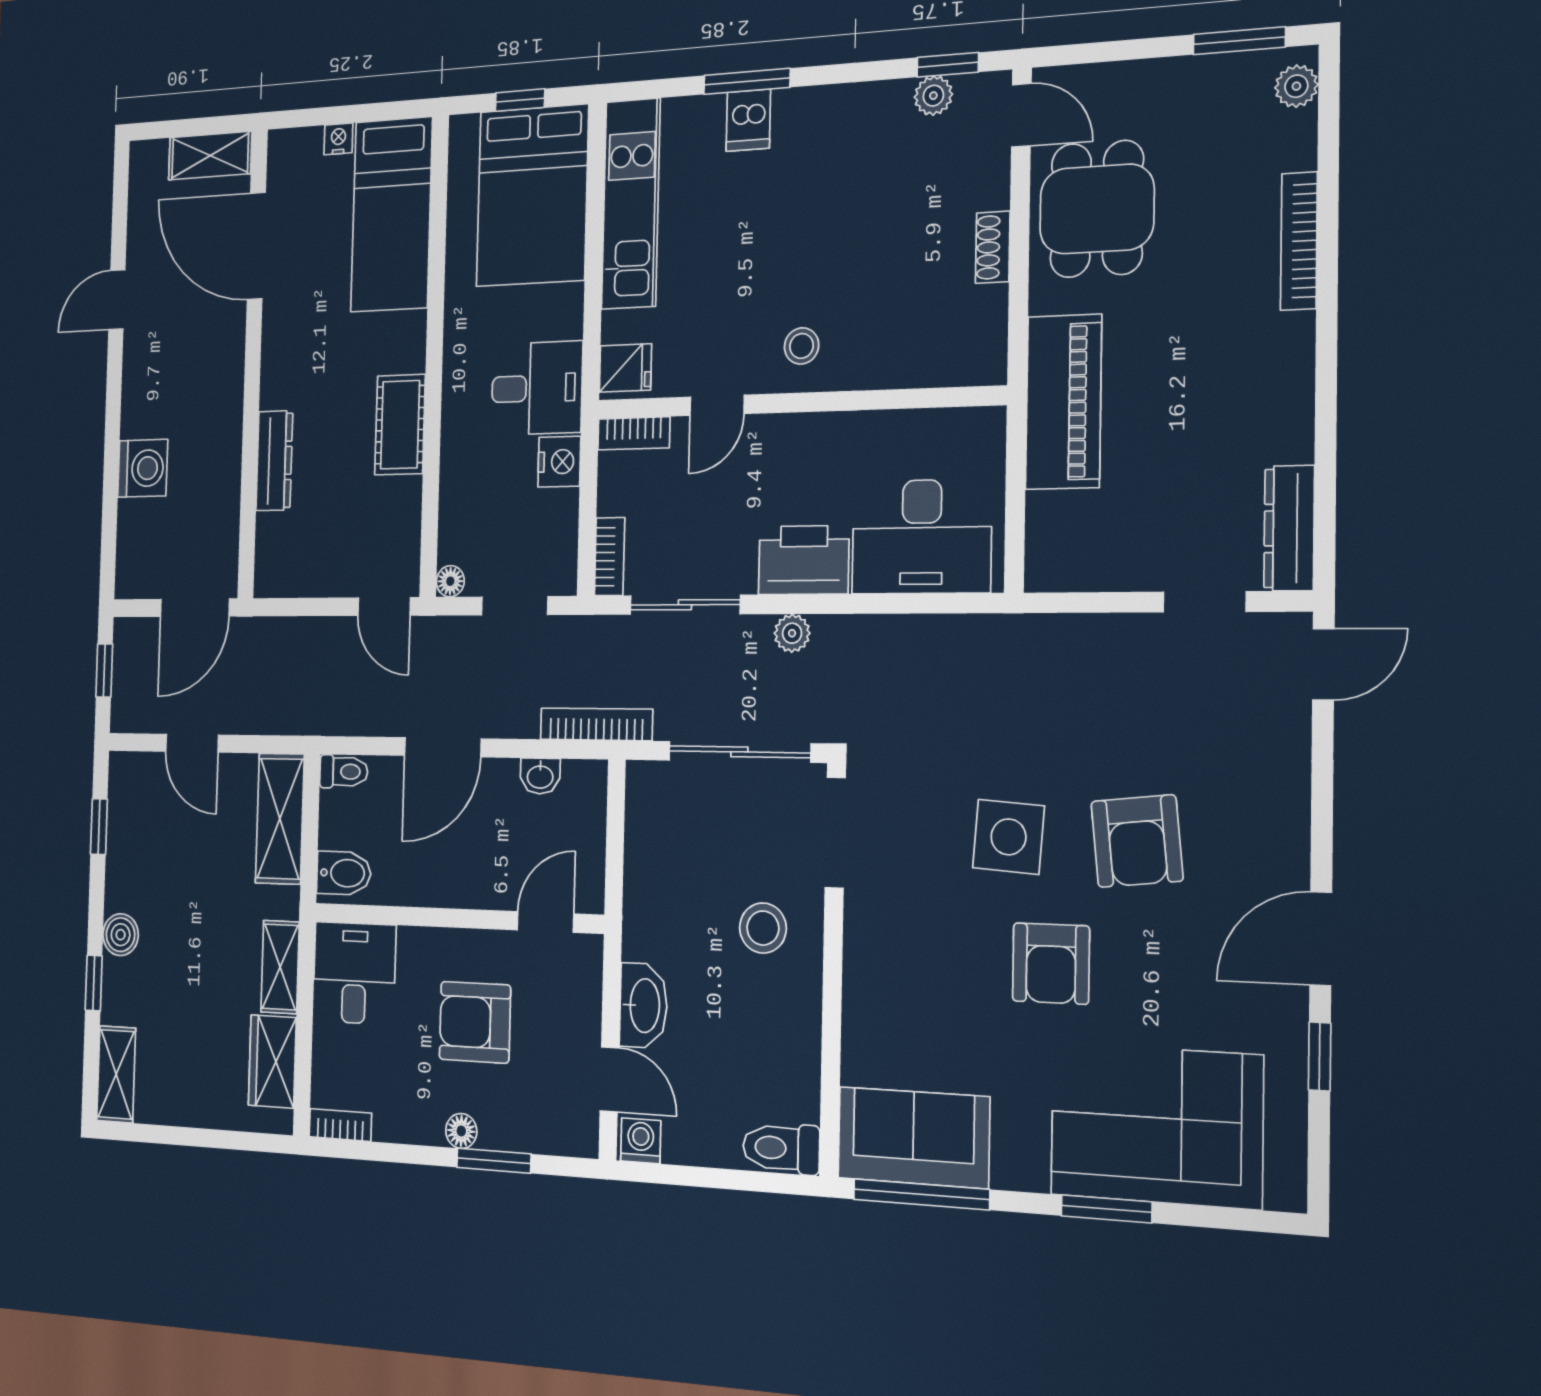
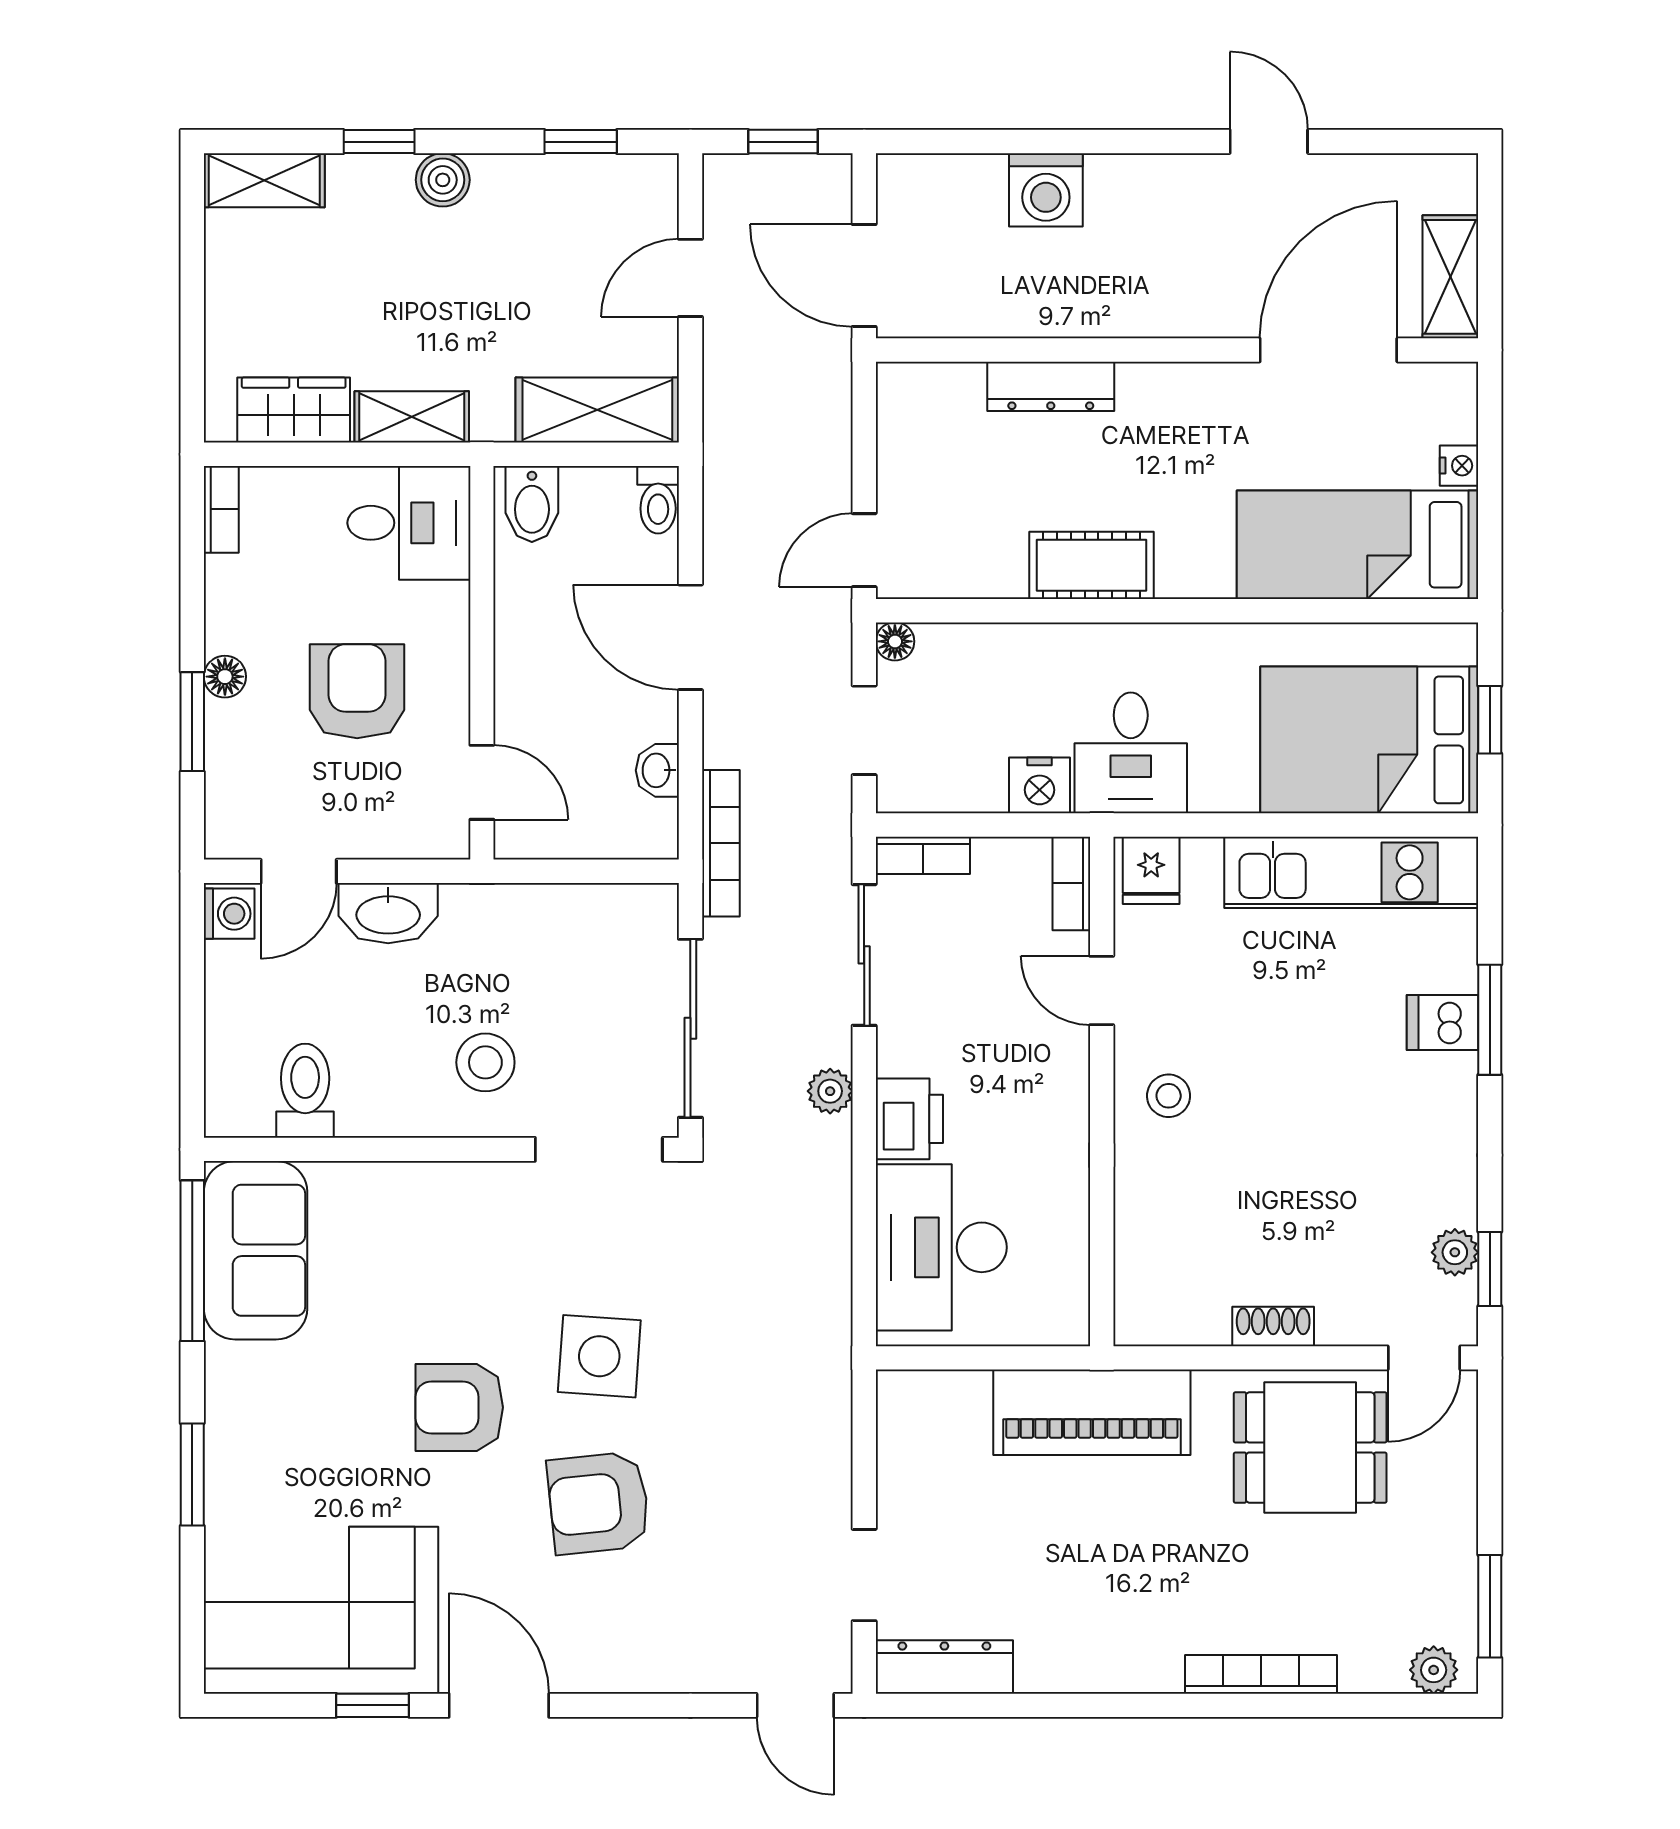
printer: (804, 560) -> (909, 1119), width x0.73, depth x0.84
corner sofa: (1156, 1125) -> (321, 1610), moved, turned -90
toilet: (781, 1148) -> (305, 1091), moved

